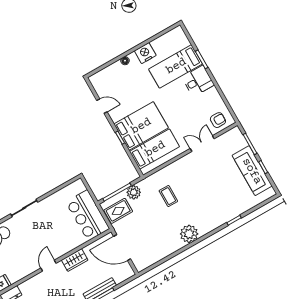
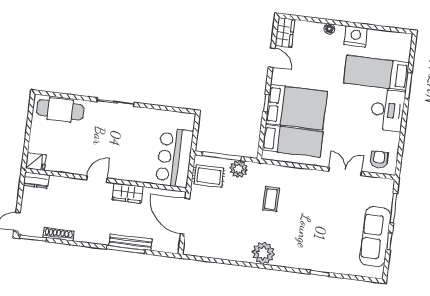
desk: (198, 81) -> (388, 110), width x1.37
wardrobe: (99, 84) -> (285, 33), added
armchair: (218, 120) -> (379, 159), turned -90

